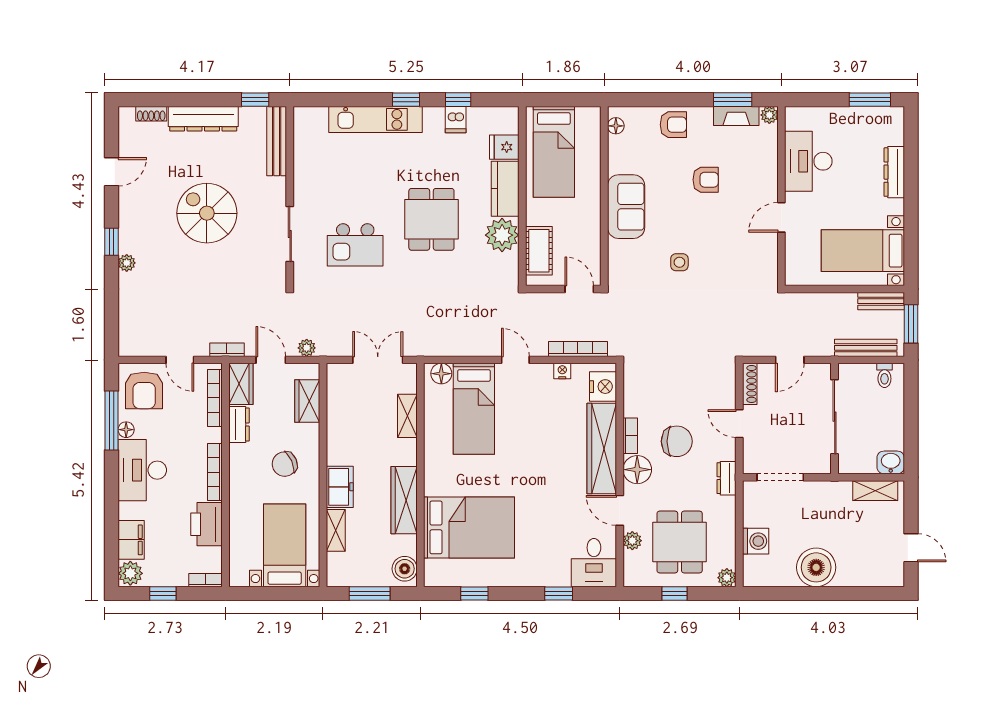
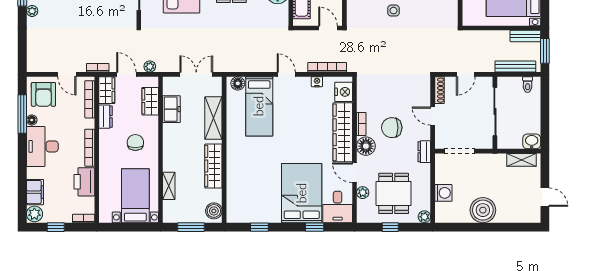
shelving: (407, 416) -> (213, 118), width x1.50, depth x1.33
chair: (677, 441) -> (392, 128), turned 180
chair: (285, 464) -> (135, 142), turned 114
freezer: (340, 487) -> (171, 109), moved
bed: (469, 527) -> (302, 193), moved, turned -90

